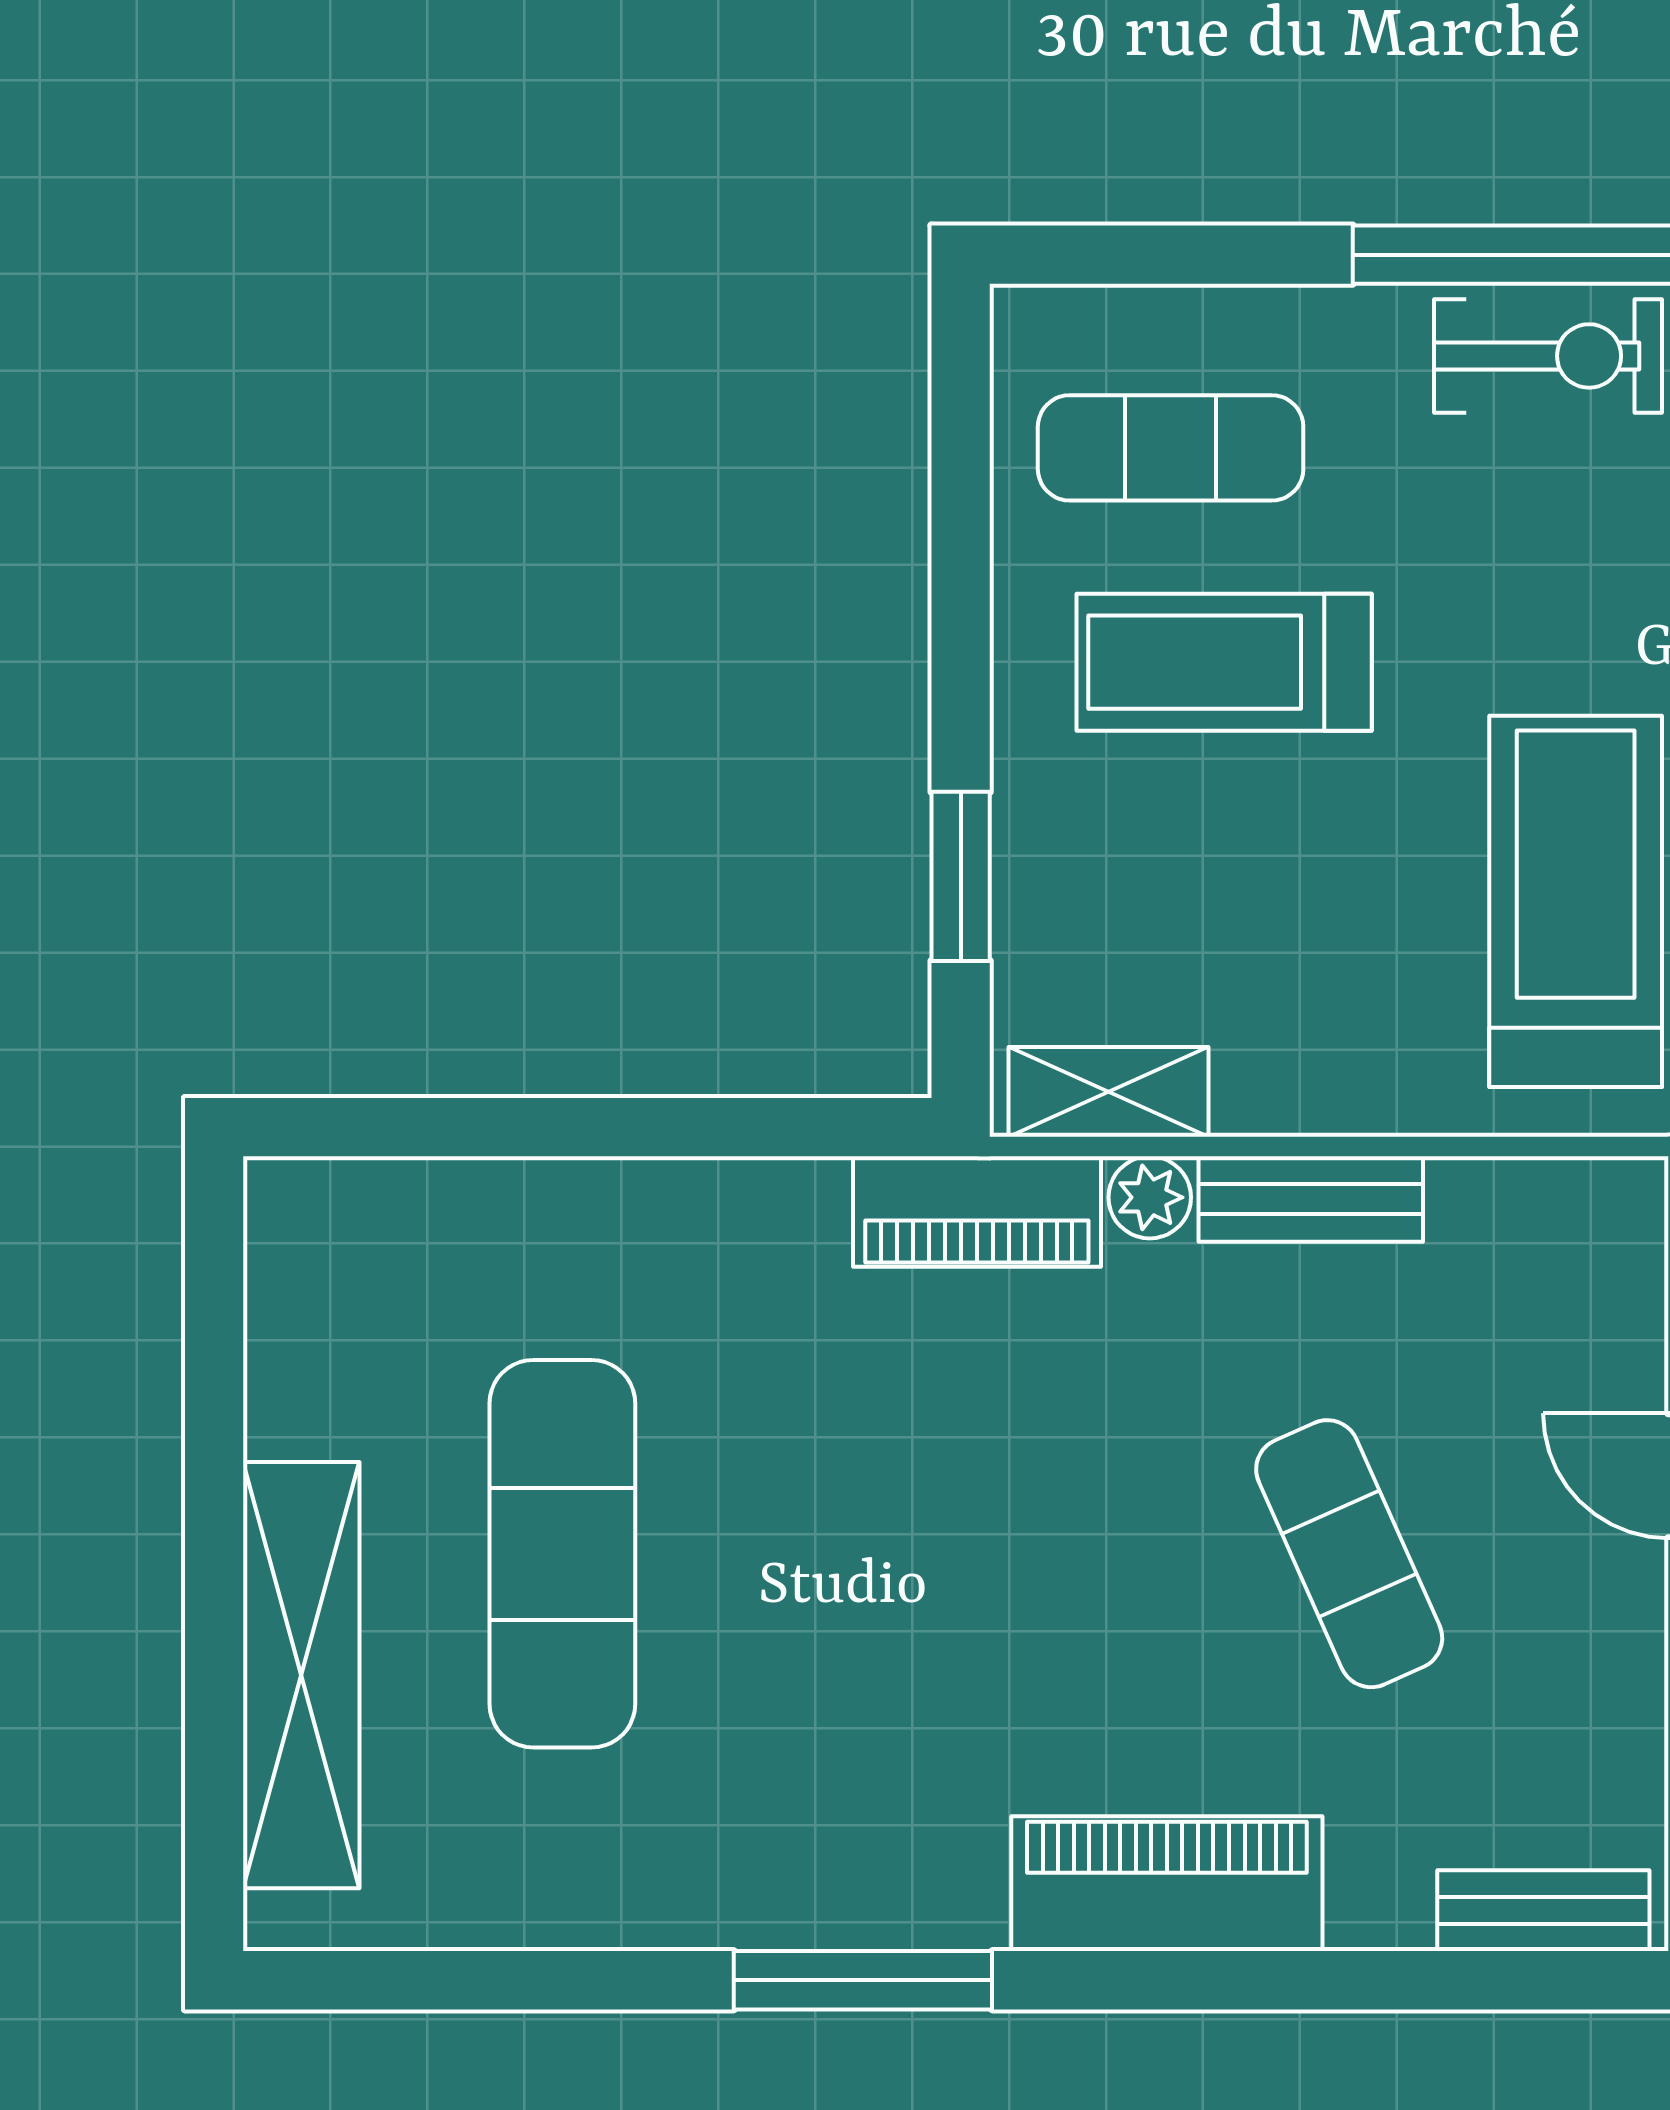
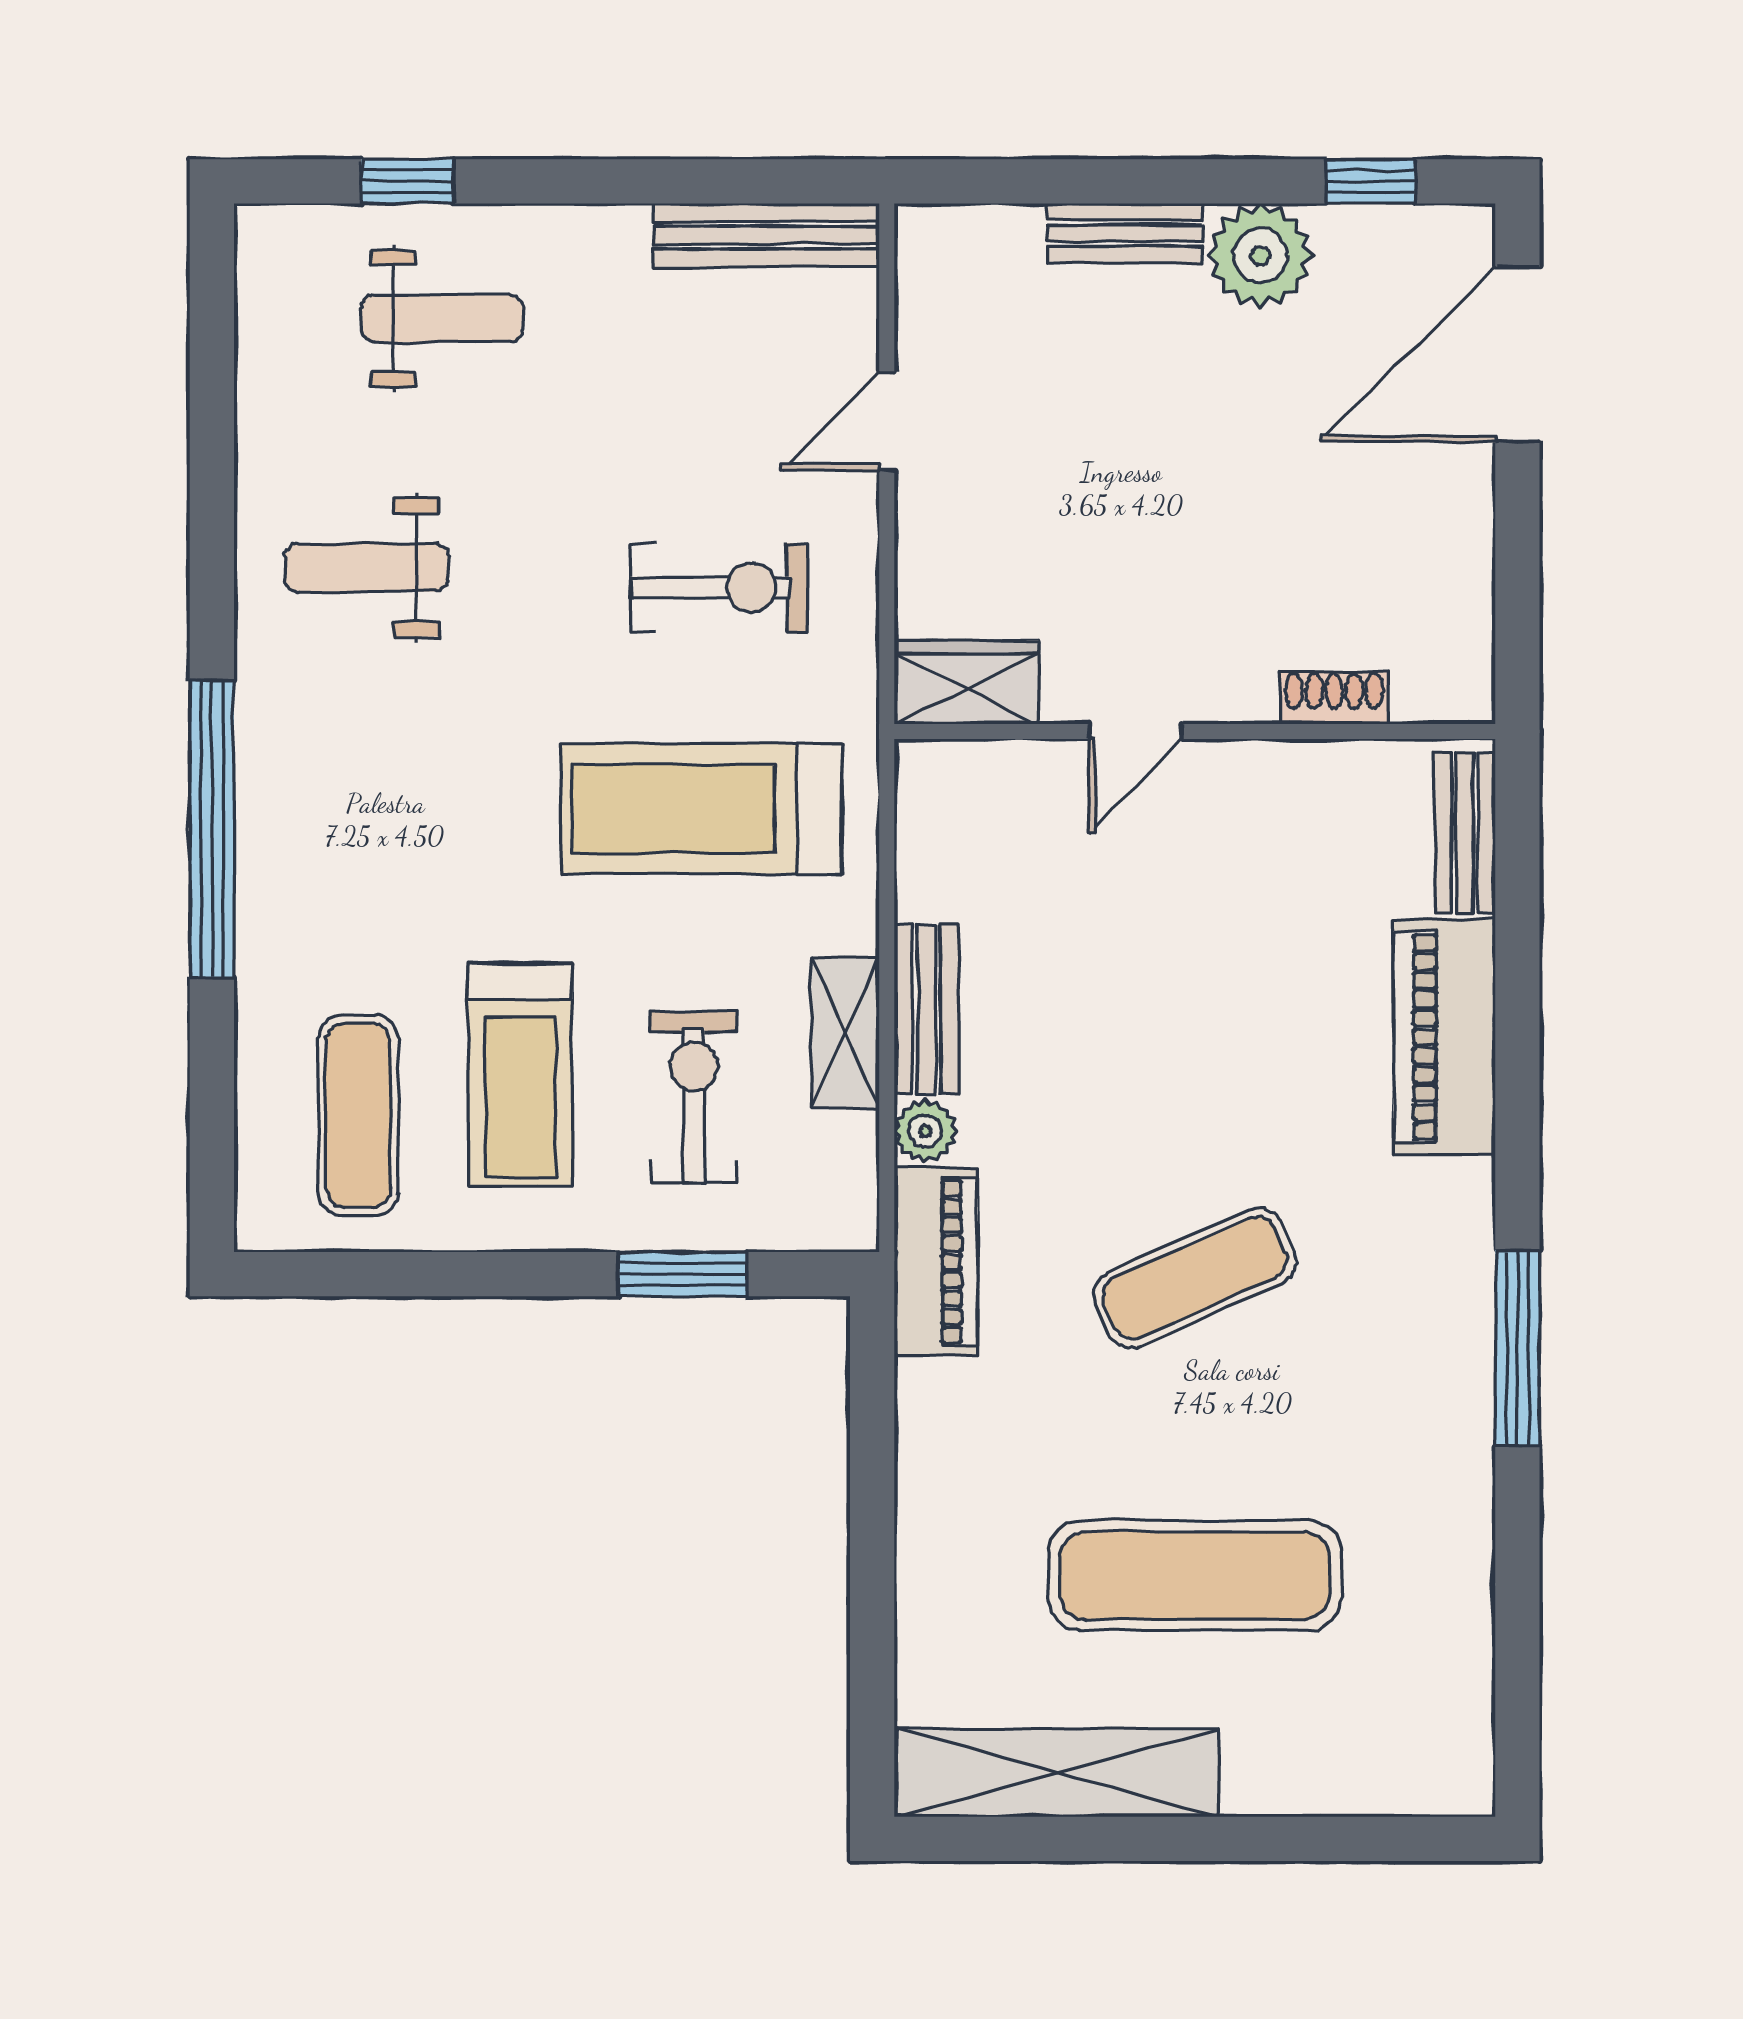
exercise bike: (1548, 356) -> (694, 1097), moved
shelving: (1109, 1092) -> (845, 1033), moved
exercise mat: (1349, 1554) -> (1195, 1278), moved
shelving: (301, 1675) -> (1058, 1773), moved
piano: (1167, 1884) -> (1444, 1037), moved

